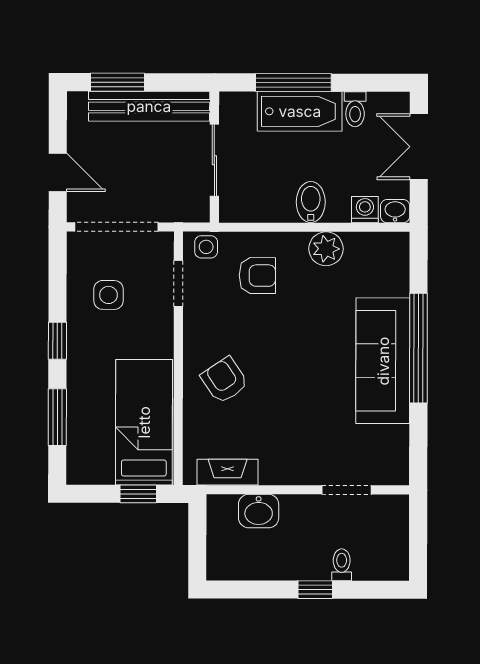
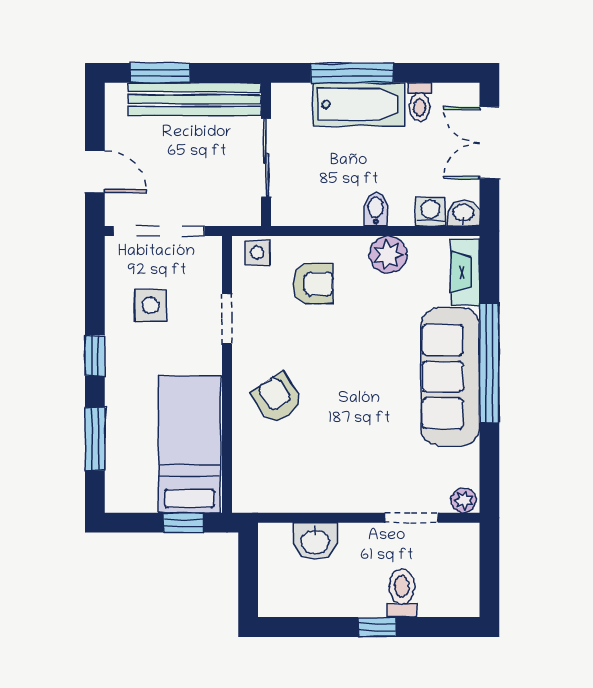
bidet: (311, 202) -> (376, 209), width x0.72, depth x0.74
doorway: (178, 283) -> (227, 319), moved
fireplace: (228, 472) -> (465, 272), moved, turned -90
plant: (395, 474) -> (464, 500), added
toilet: (342, 565) -> (402, 593), width x1.37, depth x1.39

